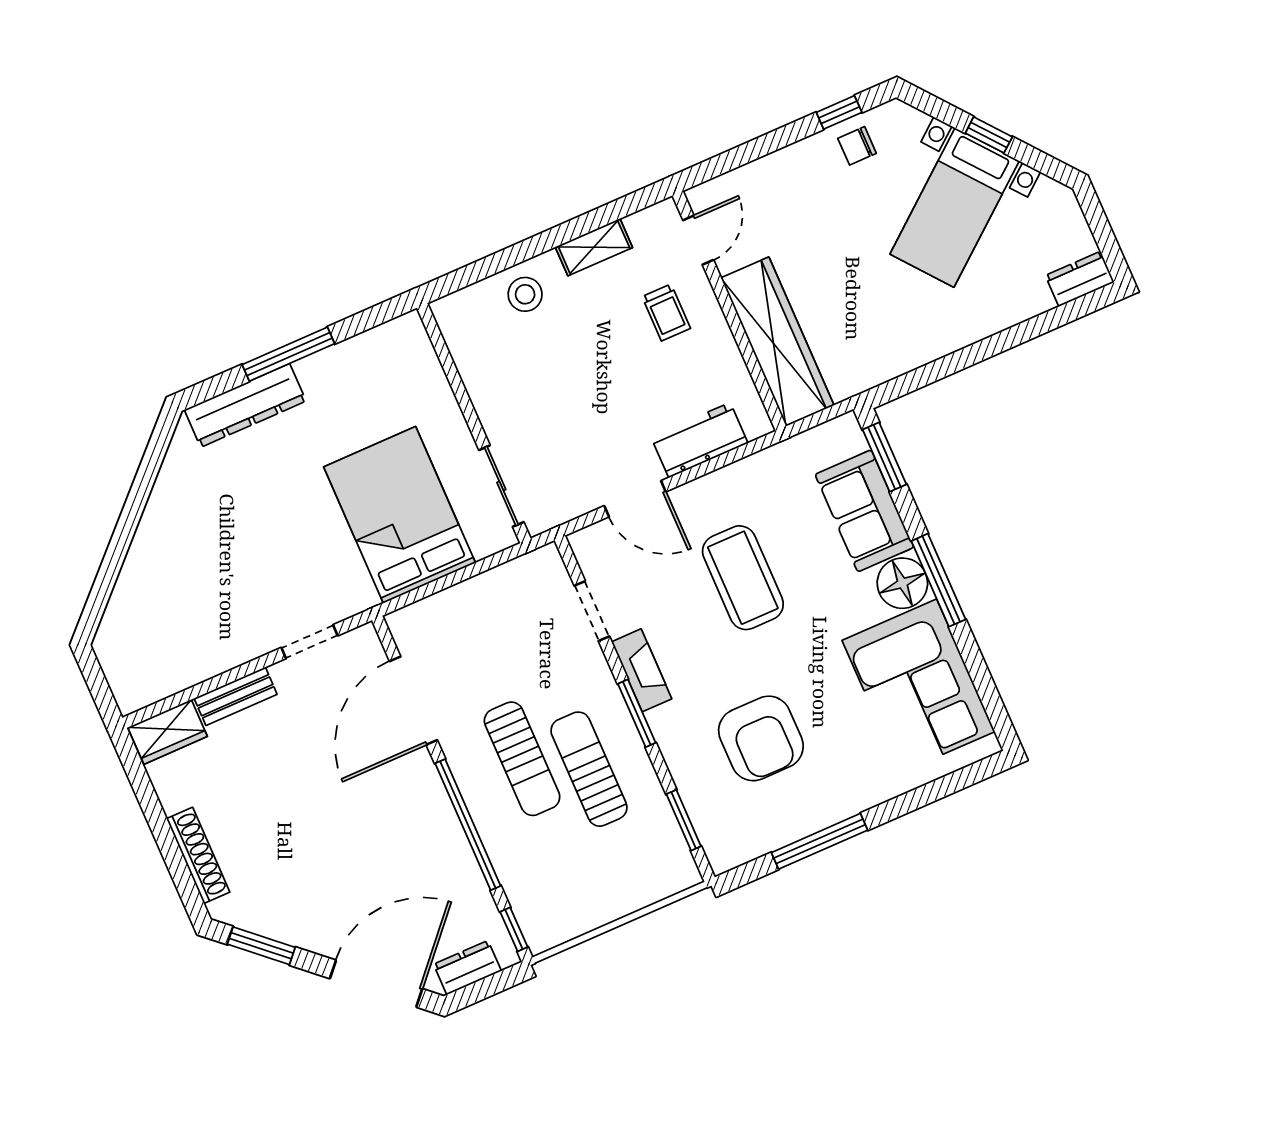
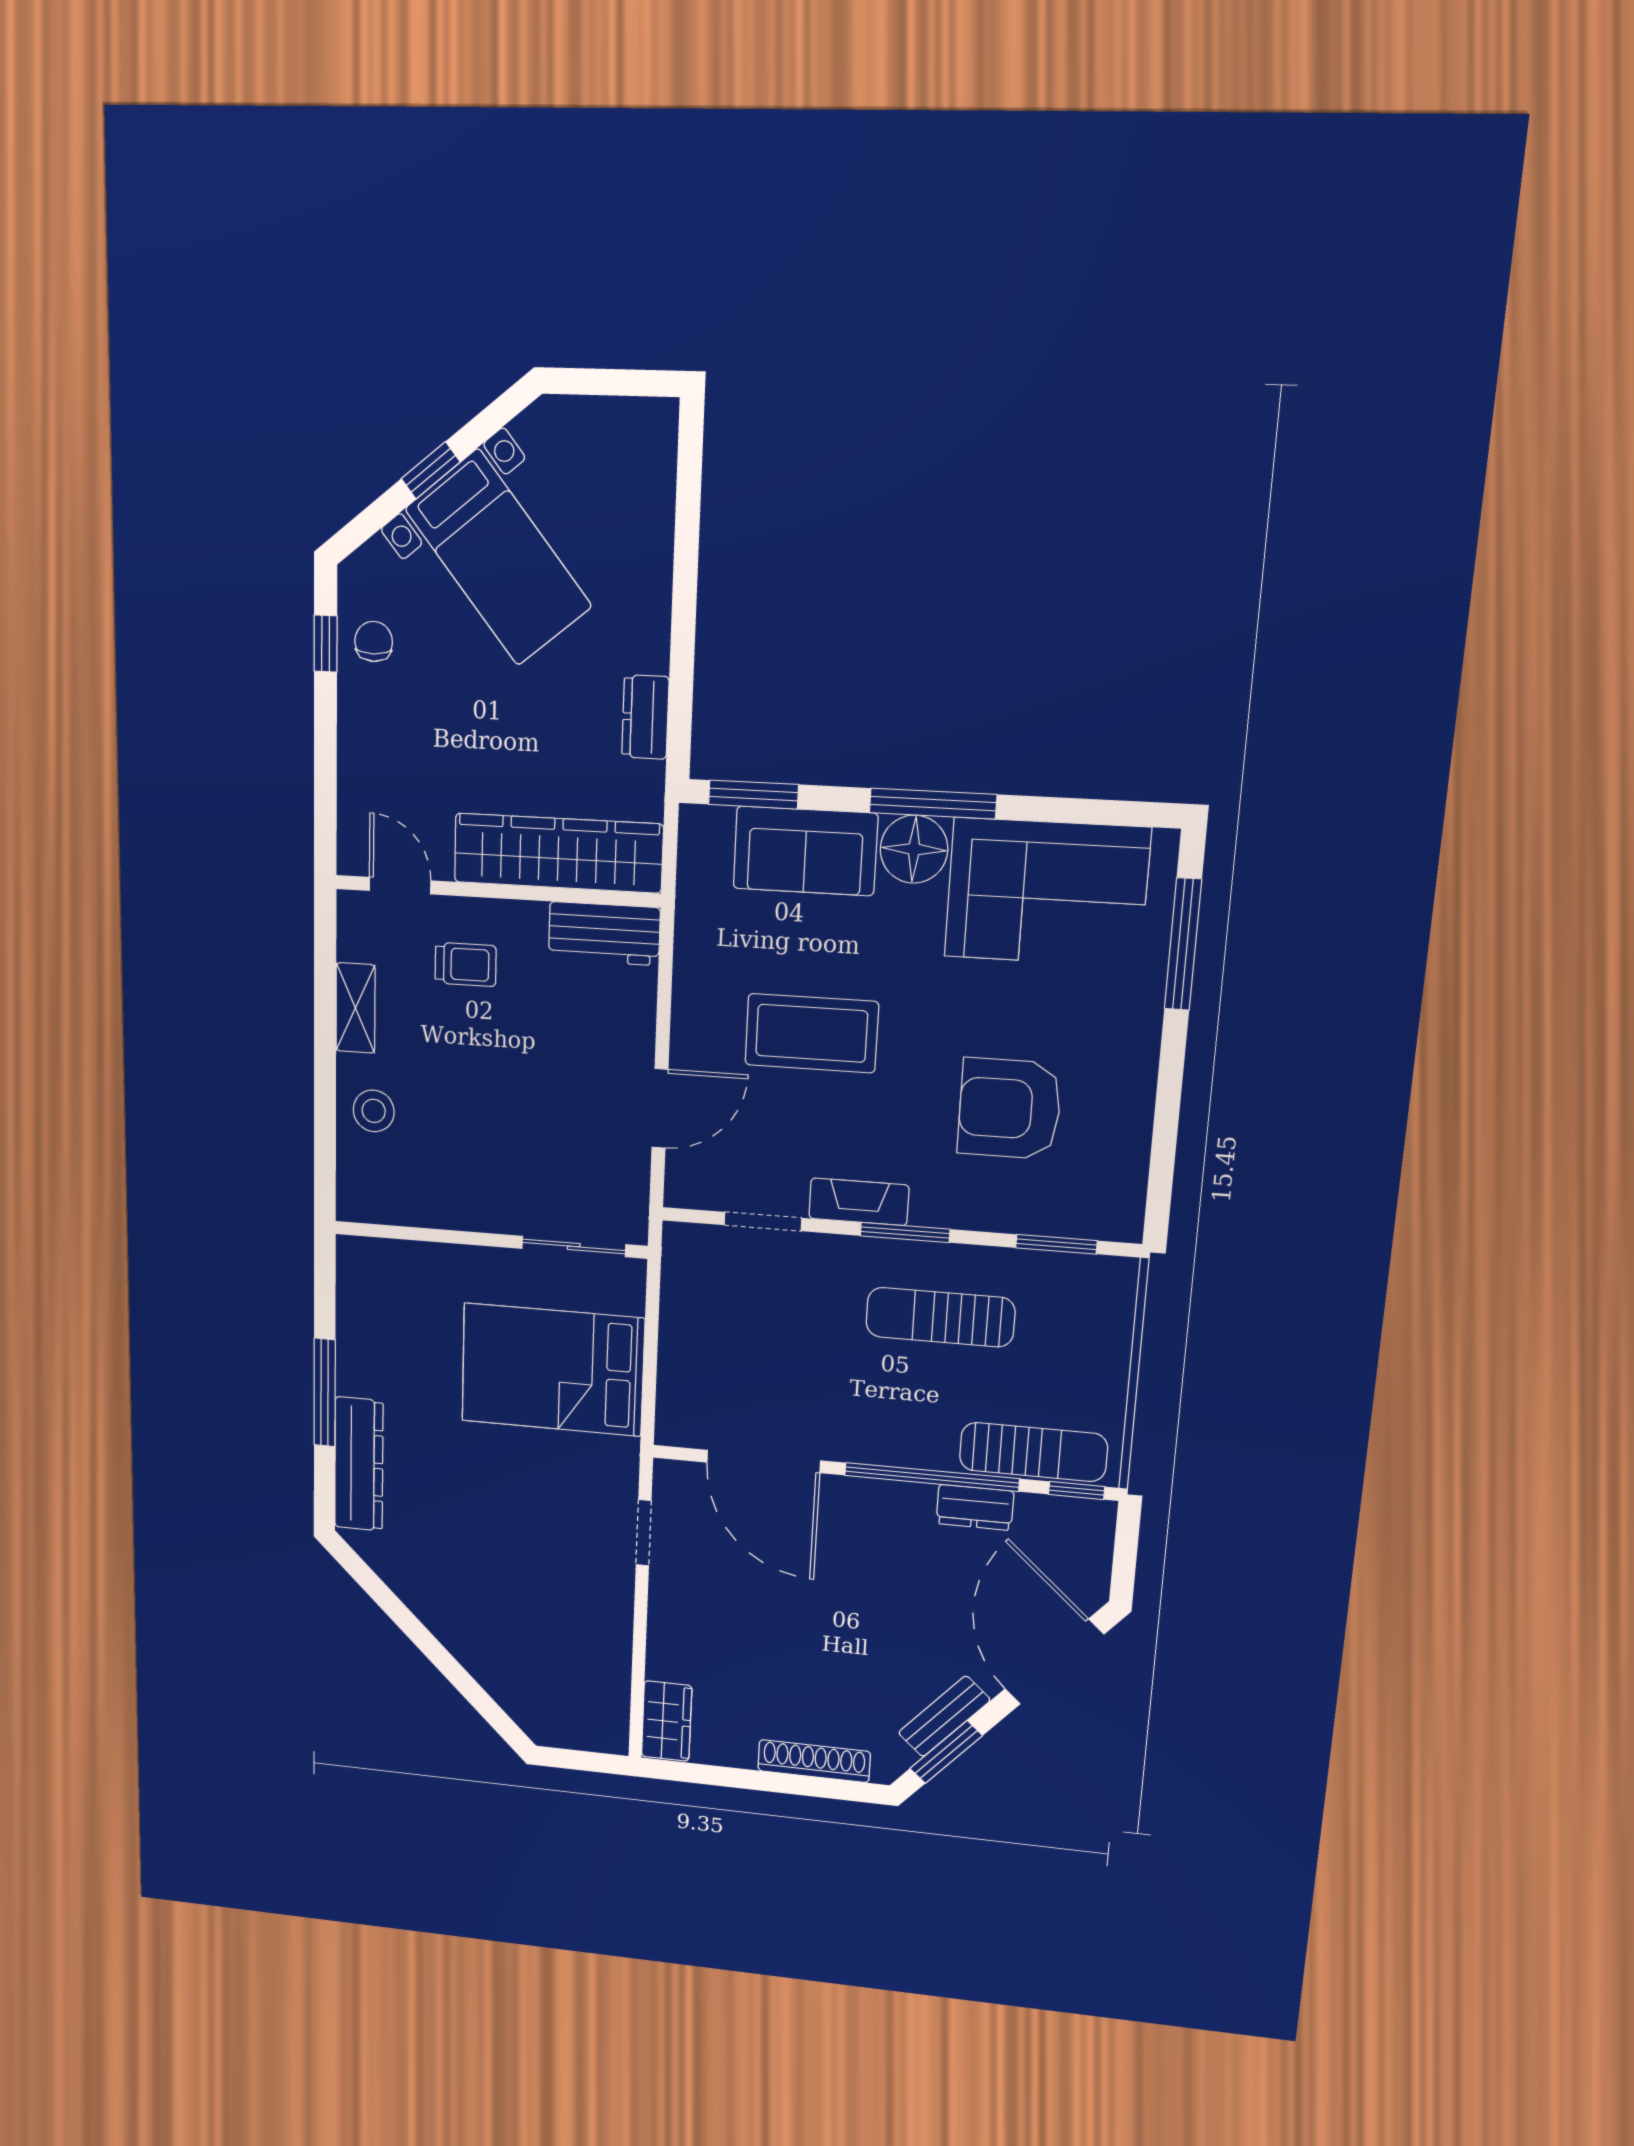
chair: (857, 146) -> (374, 641), turned 180
dresser: (1080, 279) -> (645, 717), moved
workbench: (699, 440) -> (604, 934), moved, turned -90
bench: (236, 696) -> (944, 1716), moved, turned 42
armchair: (761, 738) -> (1009, 1109), turned 180
sun lounger: (522, 759) -> (1033, 1452), moved
window: (819, 841) -> (1183, 944), moved
dresser: (467, 968) -> (975, 1507), moved, turned -90

